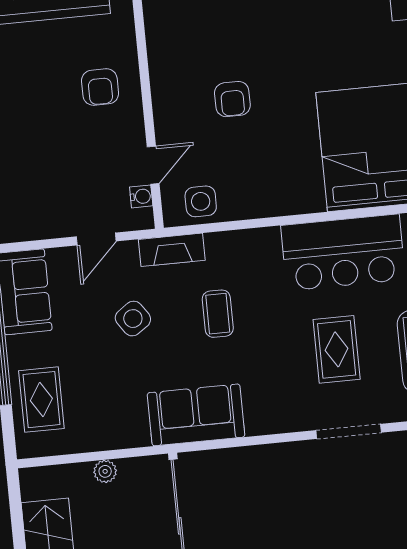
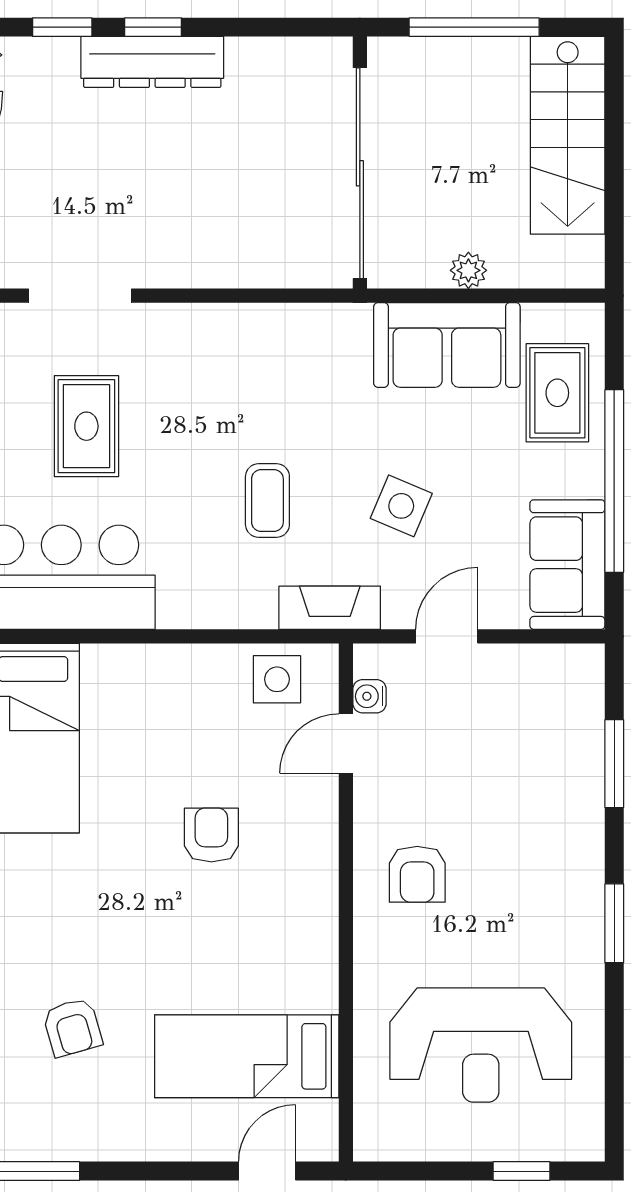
armchair: (100, 87) -> (417, 874), turned 180
side table: (133, 319) -> (401, 506), turned -32
sofa: (196, 415) -> (447, 345), moved

